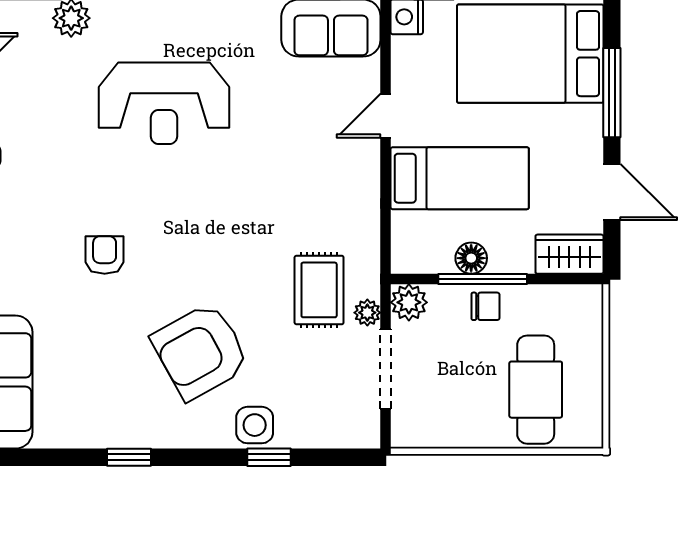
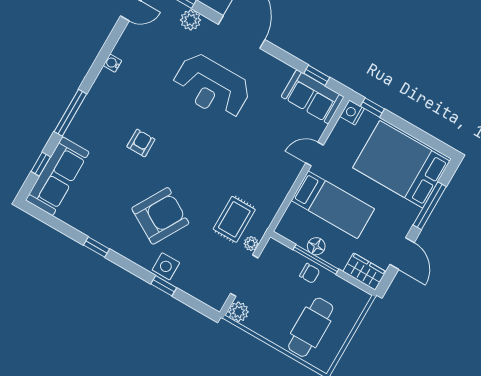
plant: (409, 302) -> (238, 312), moved
armchair: (200, 351) -> (160, 216), turned 149

